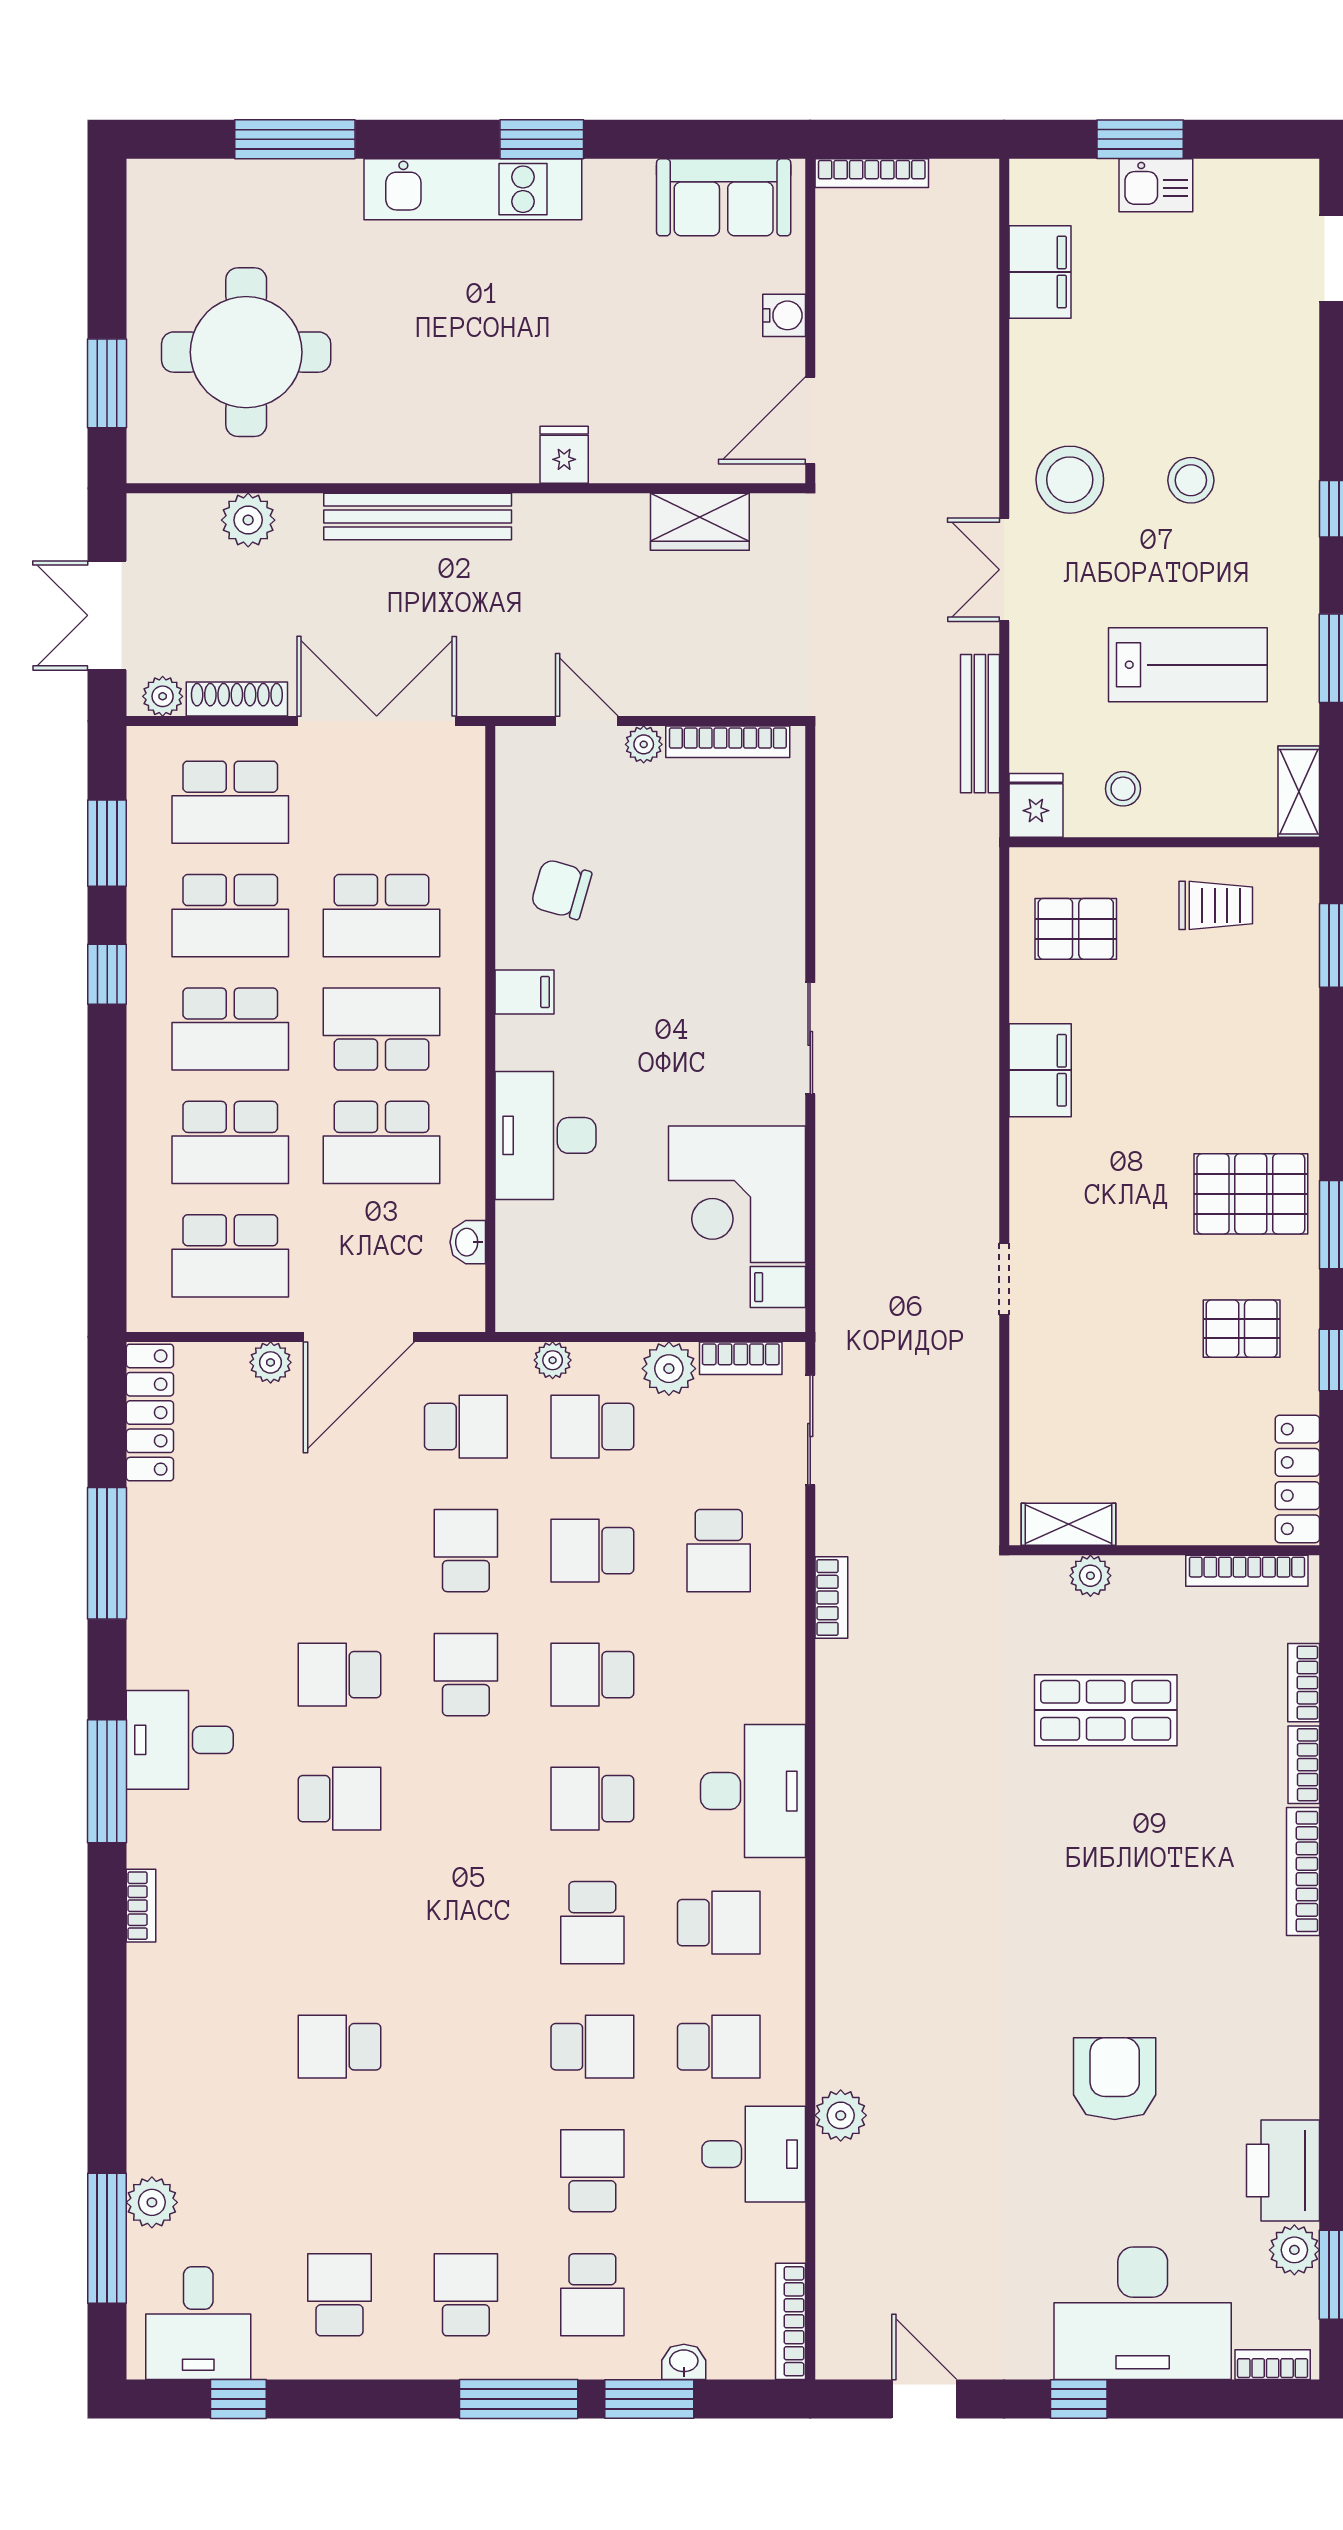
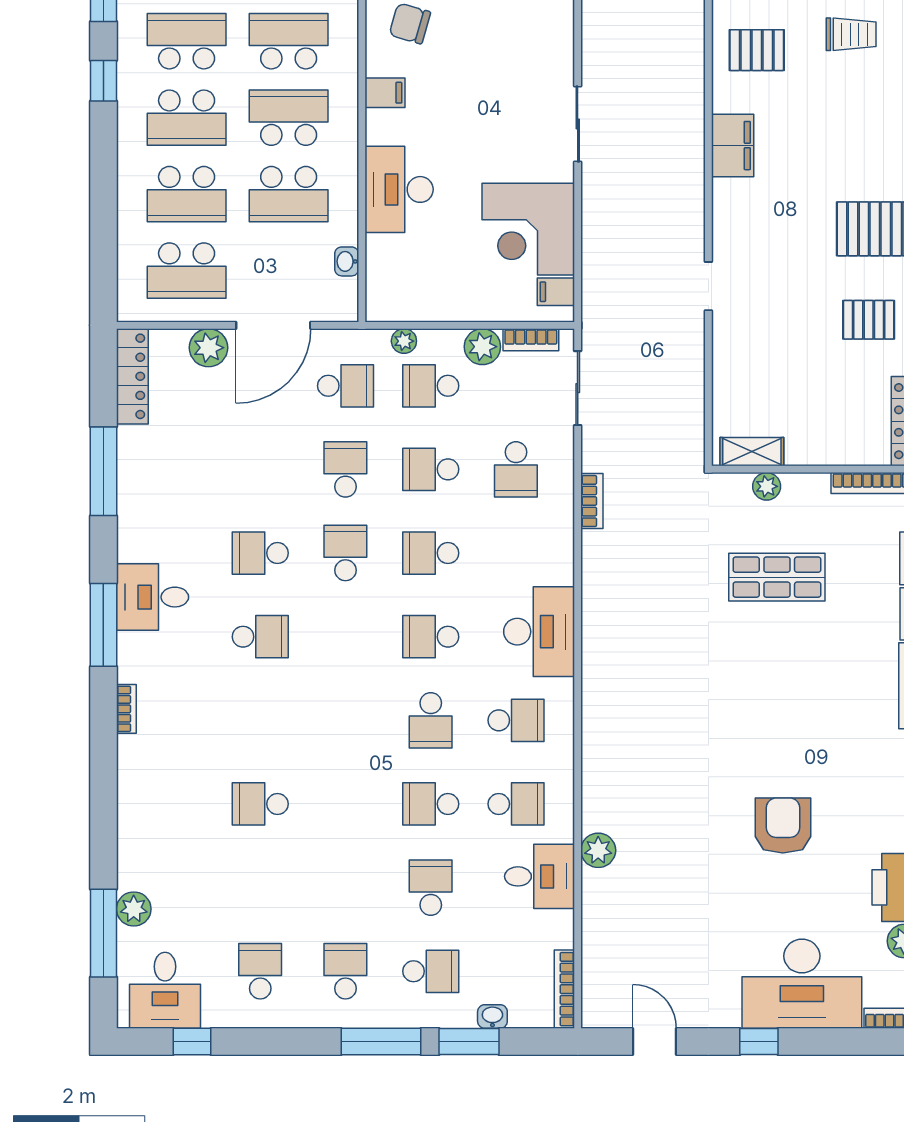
school desk: (230, 916) -> (187, 41), turned 180
school desk: (382, 916) -> (289, 41), turned 180
plant: (271, 1362) -> (208, 348), width x1.38, depth x1.38
school desk: (592, 2047) -> (431, 804), turned 180
school desk: (592, 2295) -> (431, 971), turned -90

